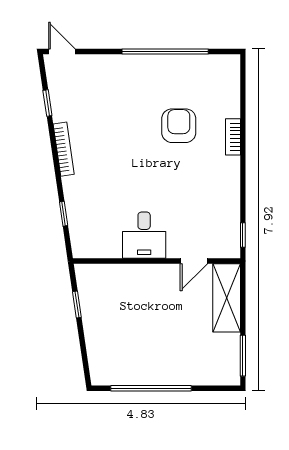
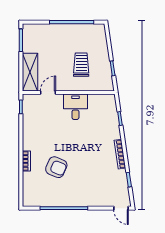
armchair: (179, 126) -> (56, 167), turned -67
trolley: (134, 311) -> (81, 65), added

